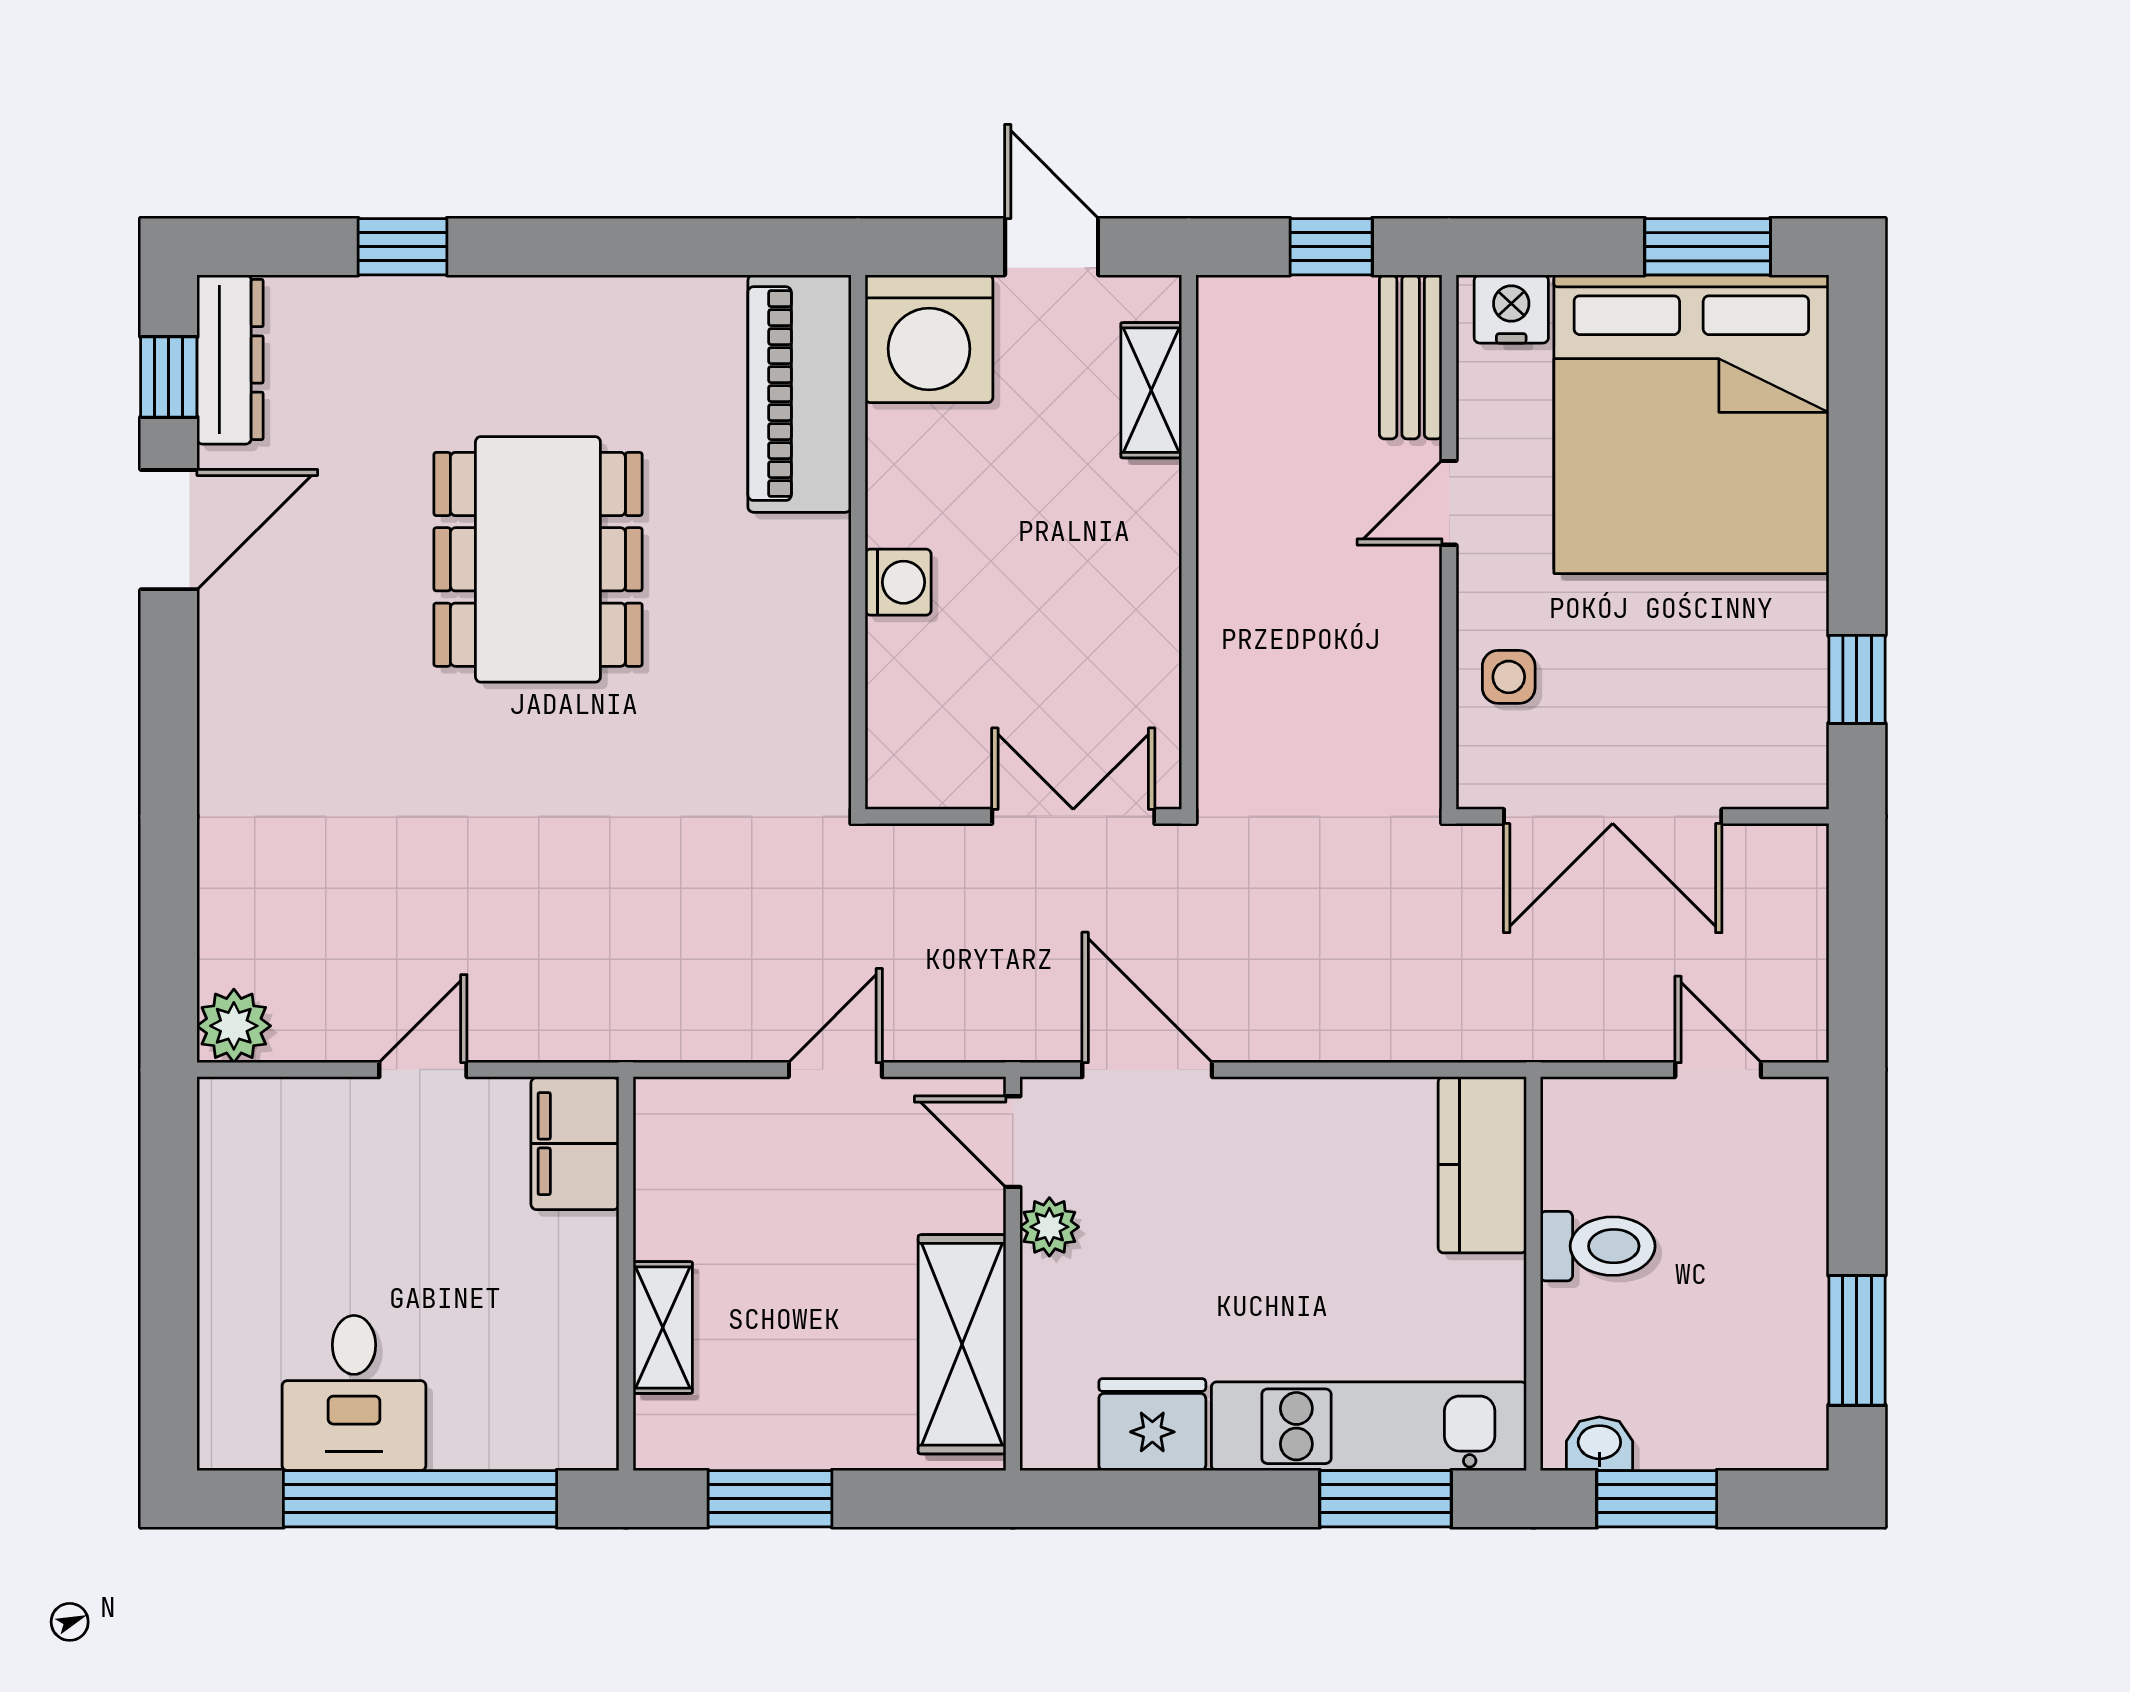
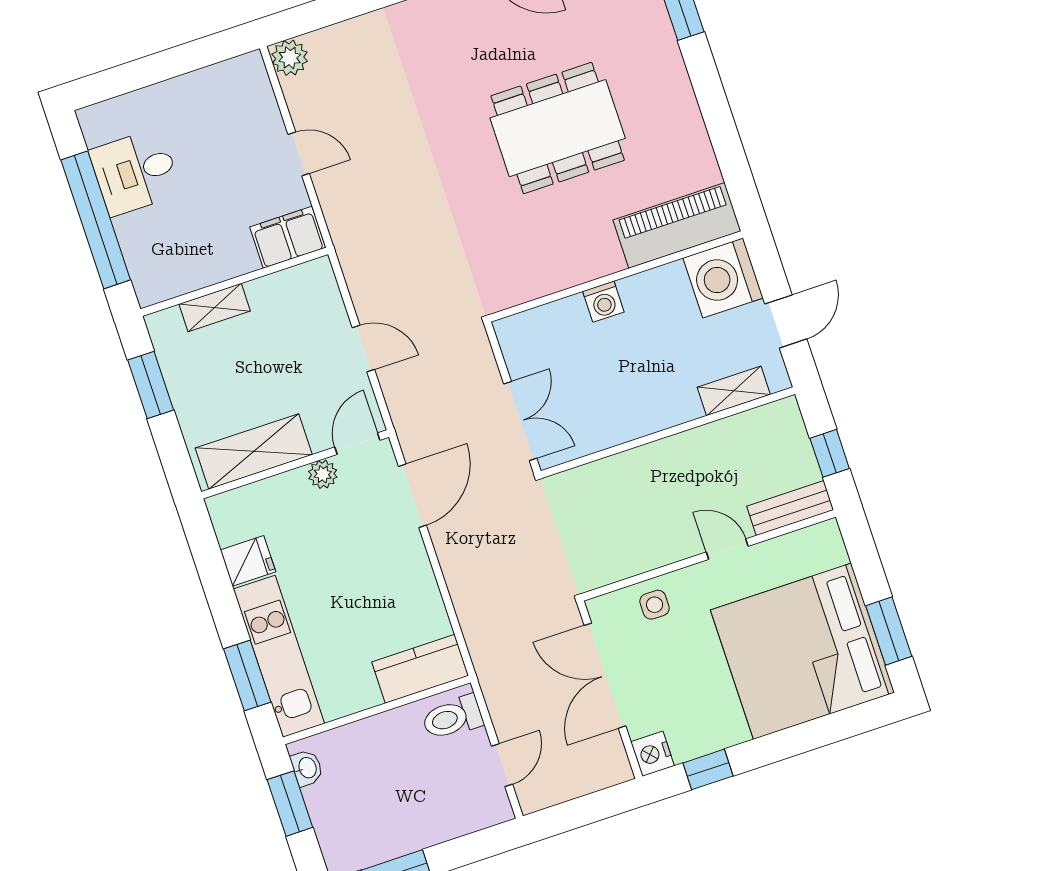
nightstand: (1511, 309) -> (653, 754), moved, turned 180
toilet: (1598, 1246) -> (452, 718), moved, turned 90
fridge: (1152, 1425) -> (248, 561), width x0.72

